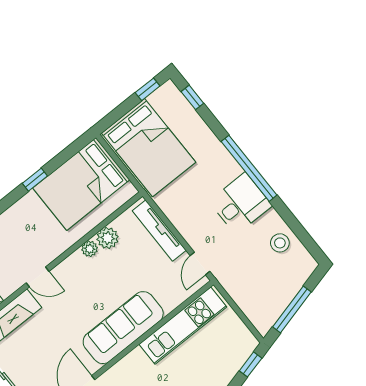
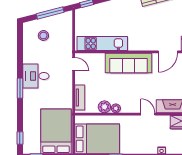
window: (249, 168) -> (20, 88), width x0.47
tv unit: (159, 231) -> (80, 97), width x0.71
stool: (280, 243) -> (43, 35), moved
door: (200, 264) -> (74, 64), hinge flipped

